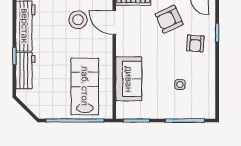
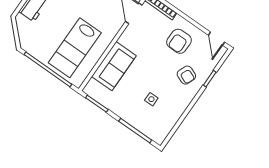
armchair: (169, 19) -> (179, 41), turned -65
armchair: (195, 43) -> (186, 75), turned -72
lab bench: (85, 86) -> (75, 48), turned 180

